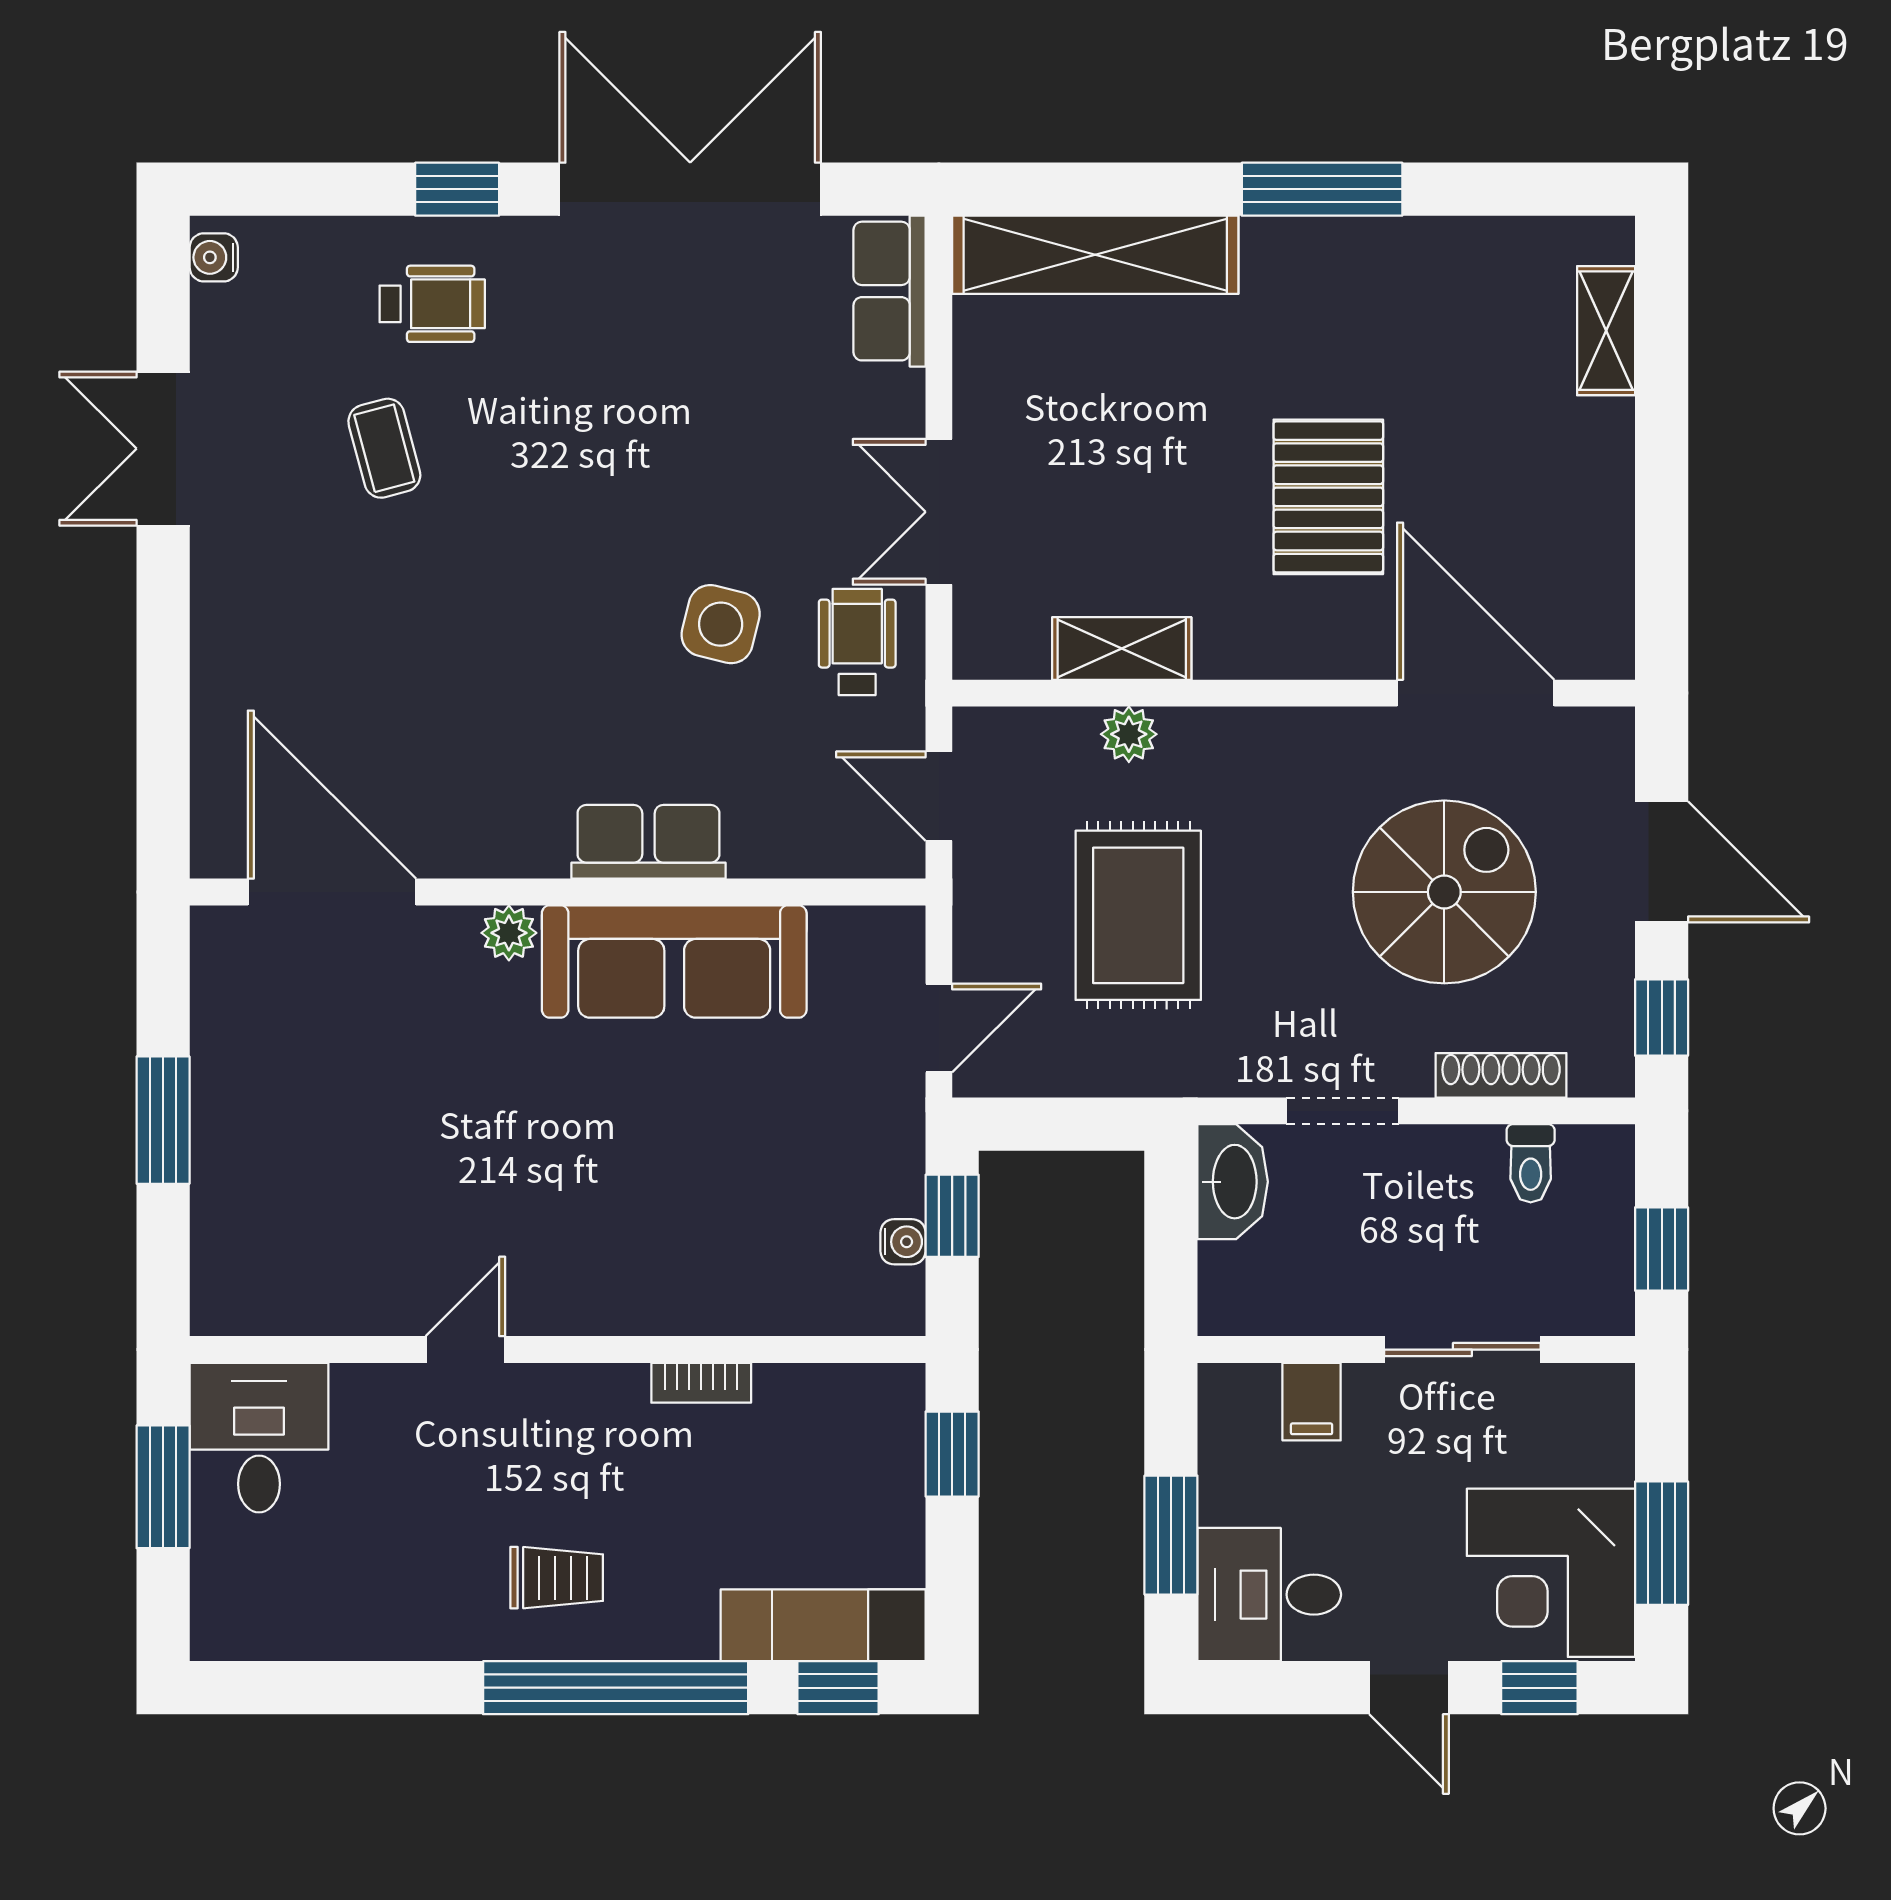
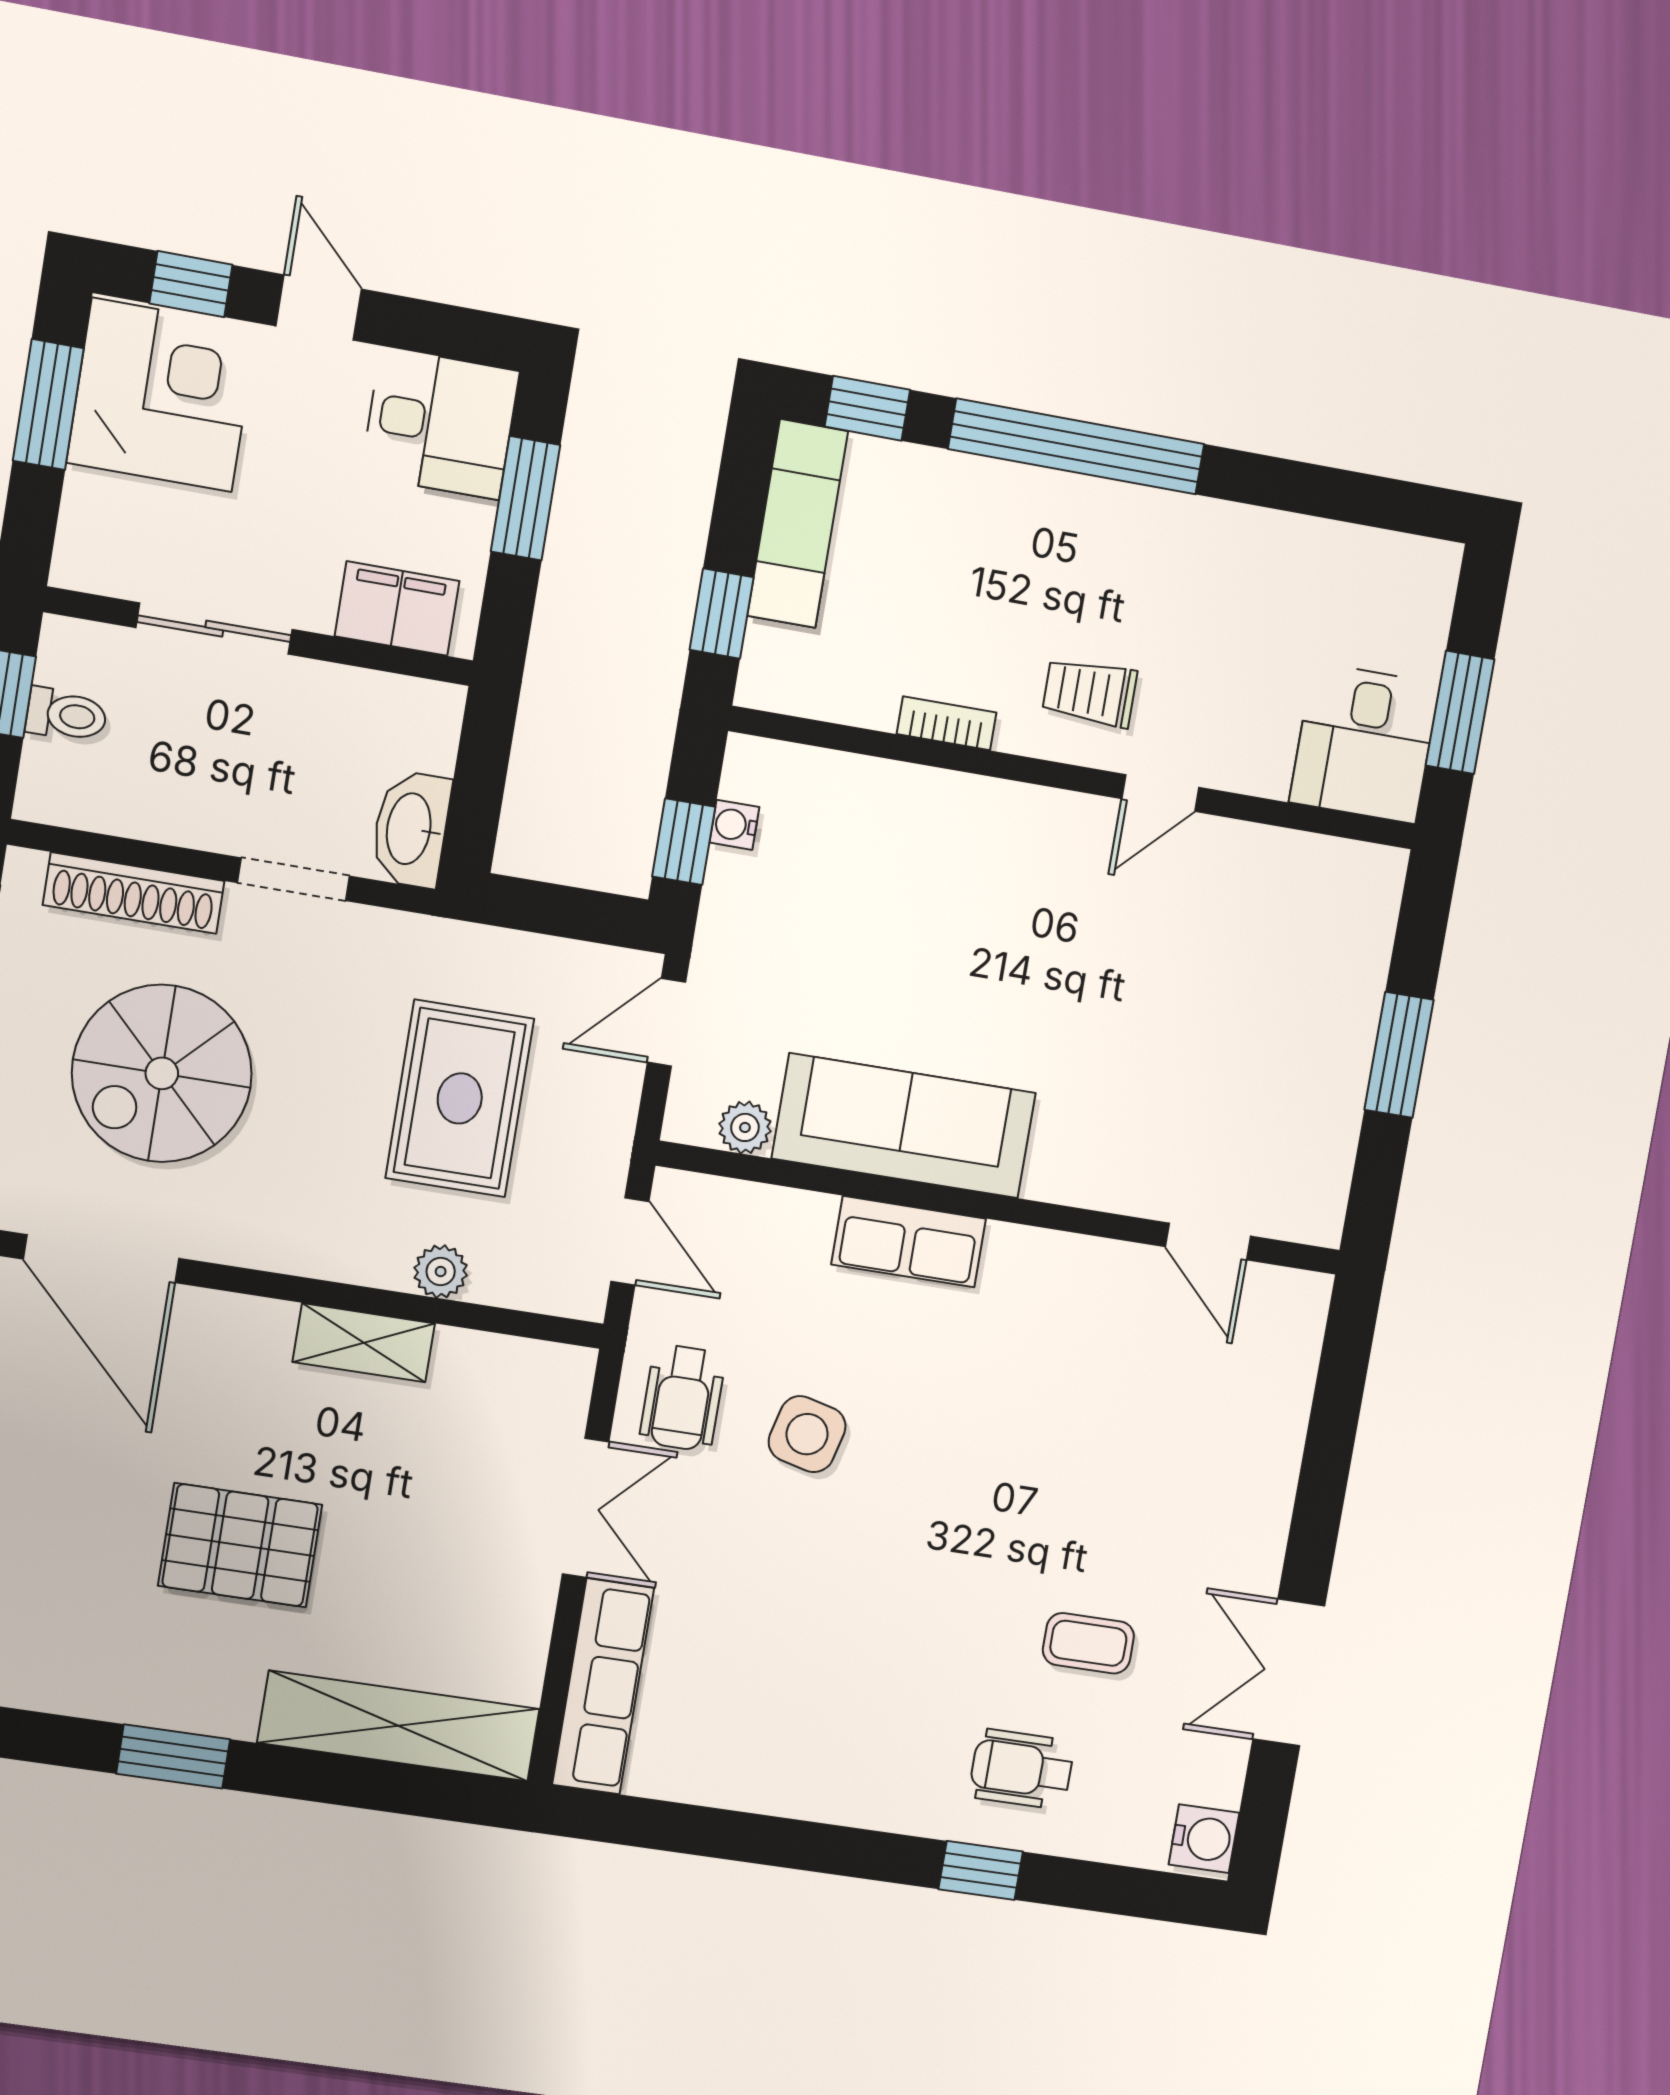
double door: (690, 189) -> (767, 1840), removed
window: (1322, 189) -> (173, 1756), width x0.69
water cooler: (214, 257) -> (1204, 1839), width x1.38, depth x1.38
row of seats: (890, 291) -> (603, 1686), width x1.48
coffee table: (384, 448) -> (1088, 1643), turned -75
double door: (163, 449) -> (1289, 1673), swing flipped
pallet: (1328, 497) -> (240, 1545), moved, turned 90
shelving: (1122, 648) -> (364, 1343), moved
door: (332, 892) -> (1208, 1241), width x0.53
plant: (509, 933) -> (745, 1127), moved
shoe rack: (1501, 1075) -> (134, 893), width x1.36, depth x1.24
toilet: (1531, 1163) -> (66, 715), moved, turned 90
filing cabinet: (1312, 1402) -> (397, 609), width x2.00
trolley: (557, 1578) -> (1090, 692), moved
exam couch: (823, 1625) -> (798, 524), moved, turned -90

